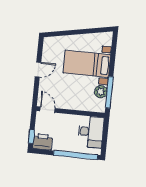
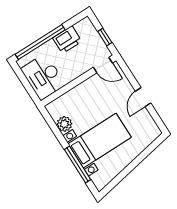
window: (109, 92) -> (78, 164), moved
window: (31, 137) -> (105, 37), moved
printer: (42, 142) -> (67, 40), moved

